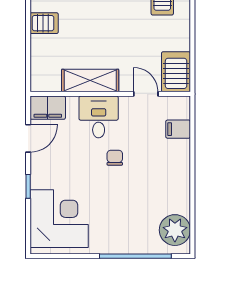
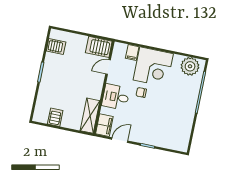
shelving: (90, 81) -> (90, 116), moved
door: (28, 138) -> (120, 140), hinge flipped
corner desk: (59, 219) -> (153, 67), moved, turned 180

